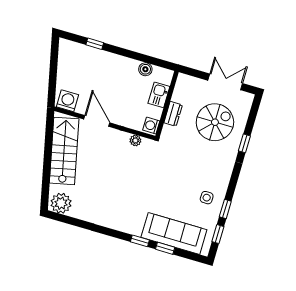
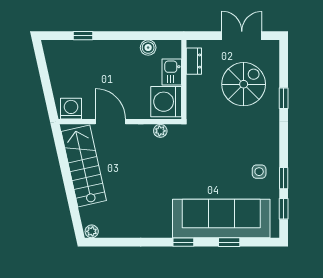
dresser: (173, 114) -> (194, 61), moved
washing machine: (151, 126) -> (166, 102), width x1.89, depth x1.89
plant: (61, 203) -> (92, 231), width x0.53, depth x0.53
sofa: (174, 234) -> (221, 219), width x1.36, depth x1.27
window: (140, 241) -> (183, 242), moved

